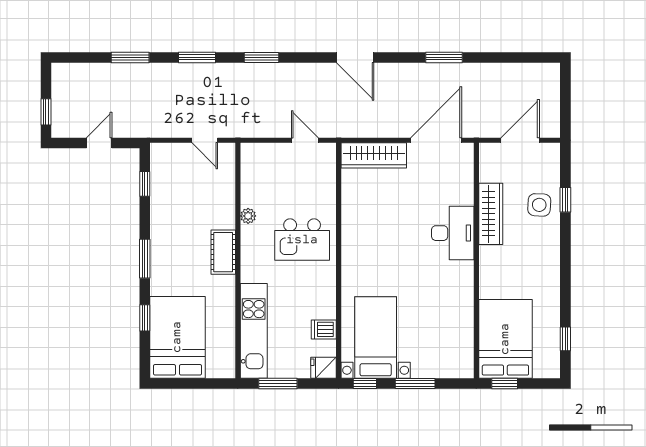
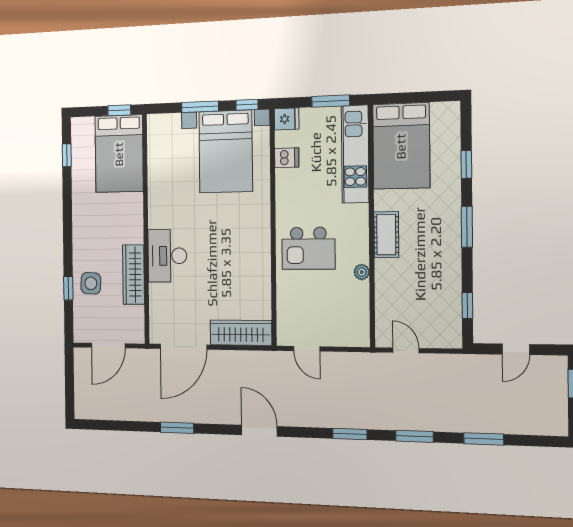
kitchen island: (302, 240) -> (308, 248), turned 180
bed: (177, 337) -> (401, 146), moved
bed with nightstands: (376, 337) -> (226, 152), width x1.36

